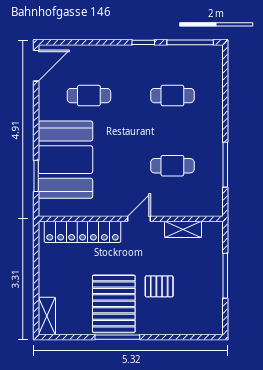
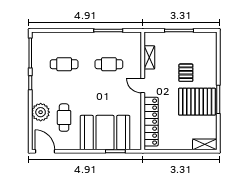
plant: (97, 59) -> (41, 112), added
cafe table: (172, 96) -> (64, 64), turned 90
cafe table: (172, 166) -> (109, 64), turned 90

